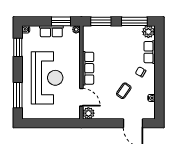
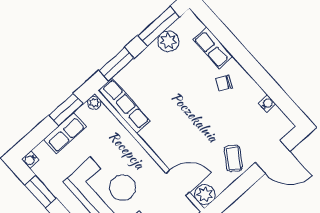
plant: (148, 32) -> (168, 41), moved
row of seats: (88, 68) -> (124, 106), moved
coffee table: (124, 91) -> (233, 158), moved

